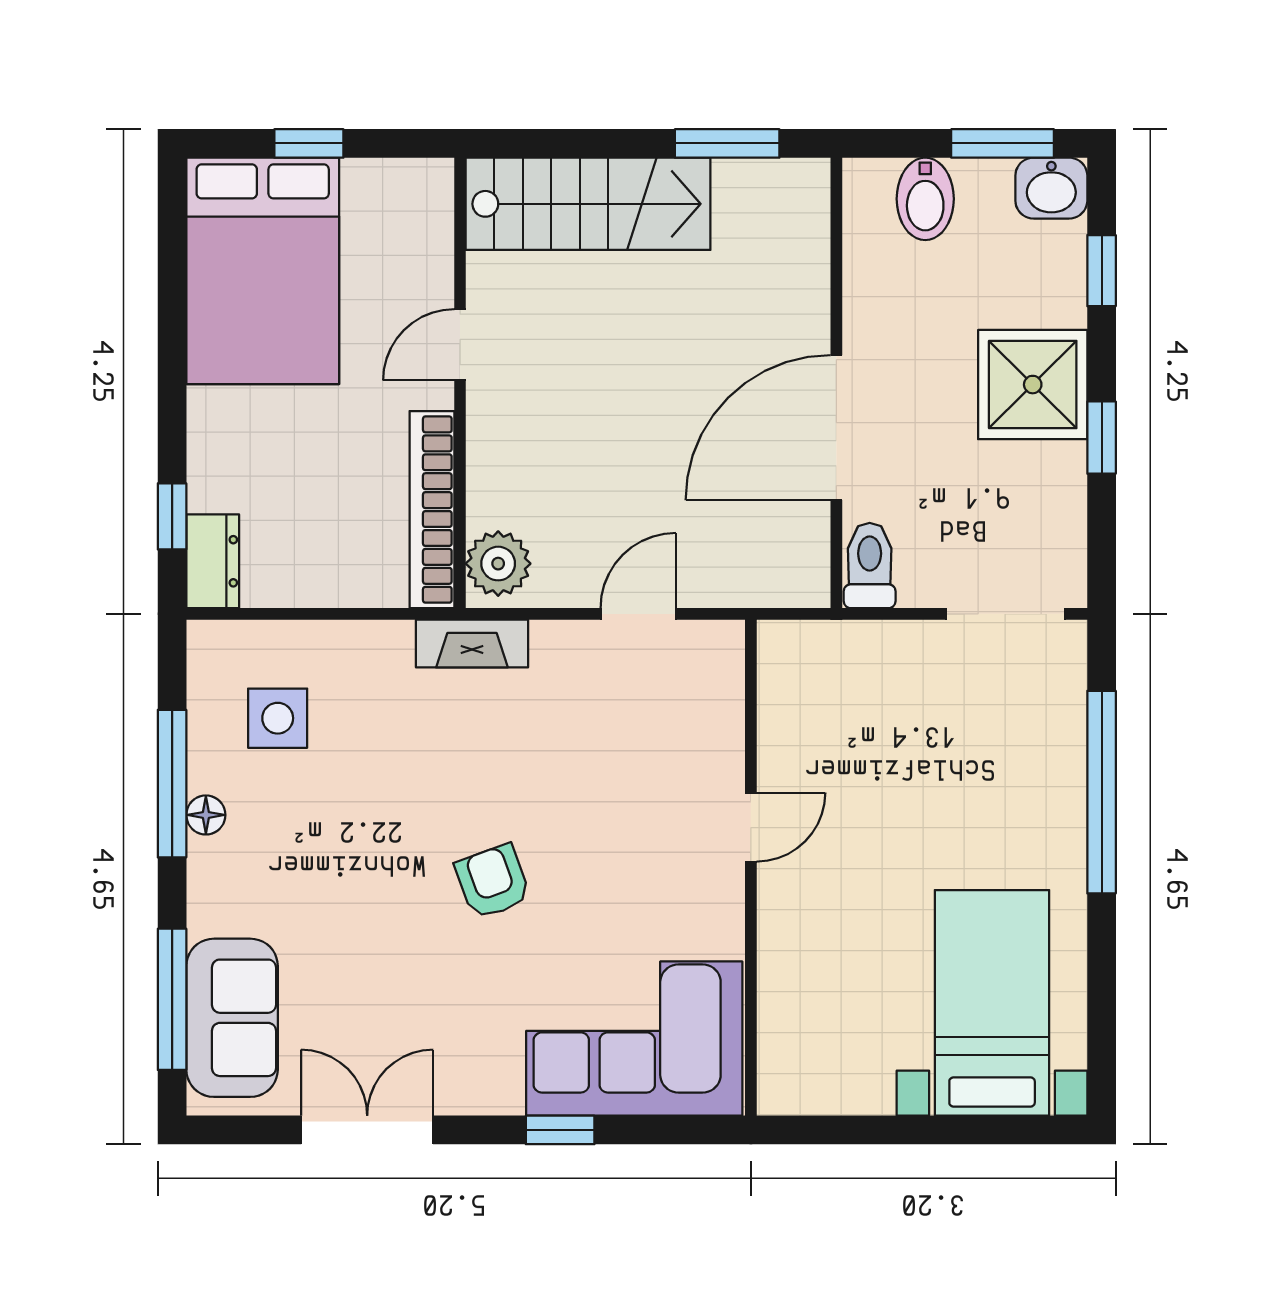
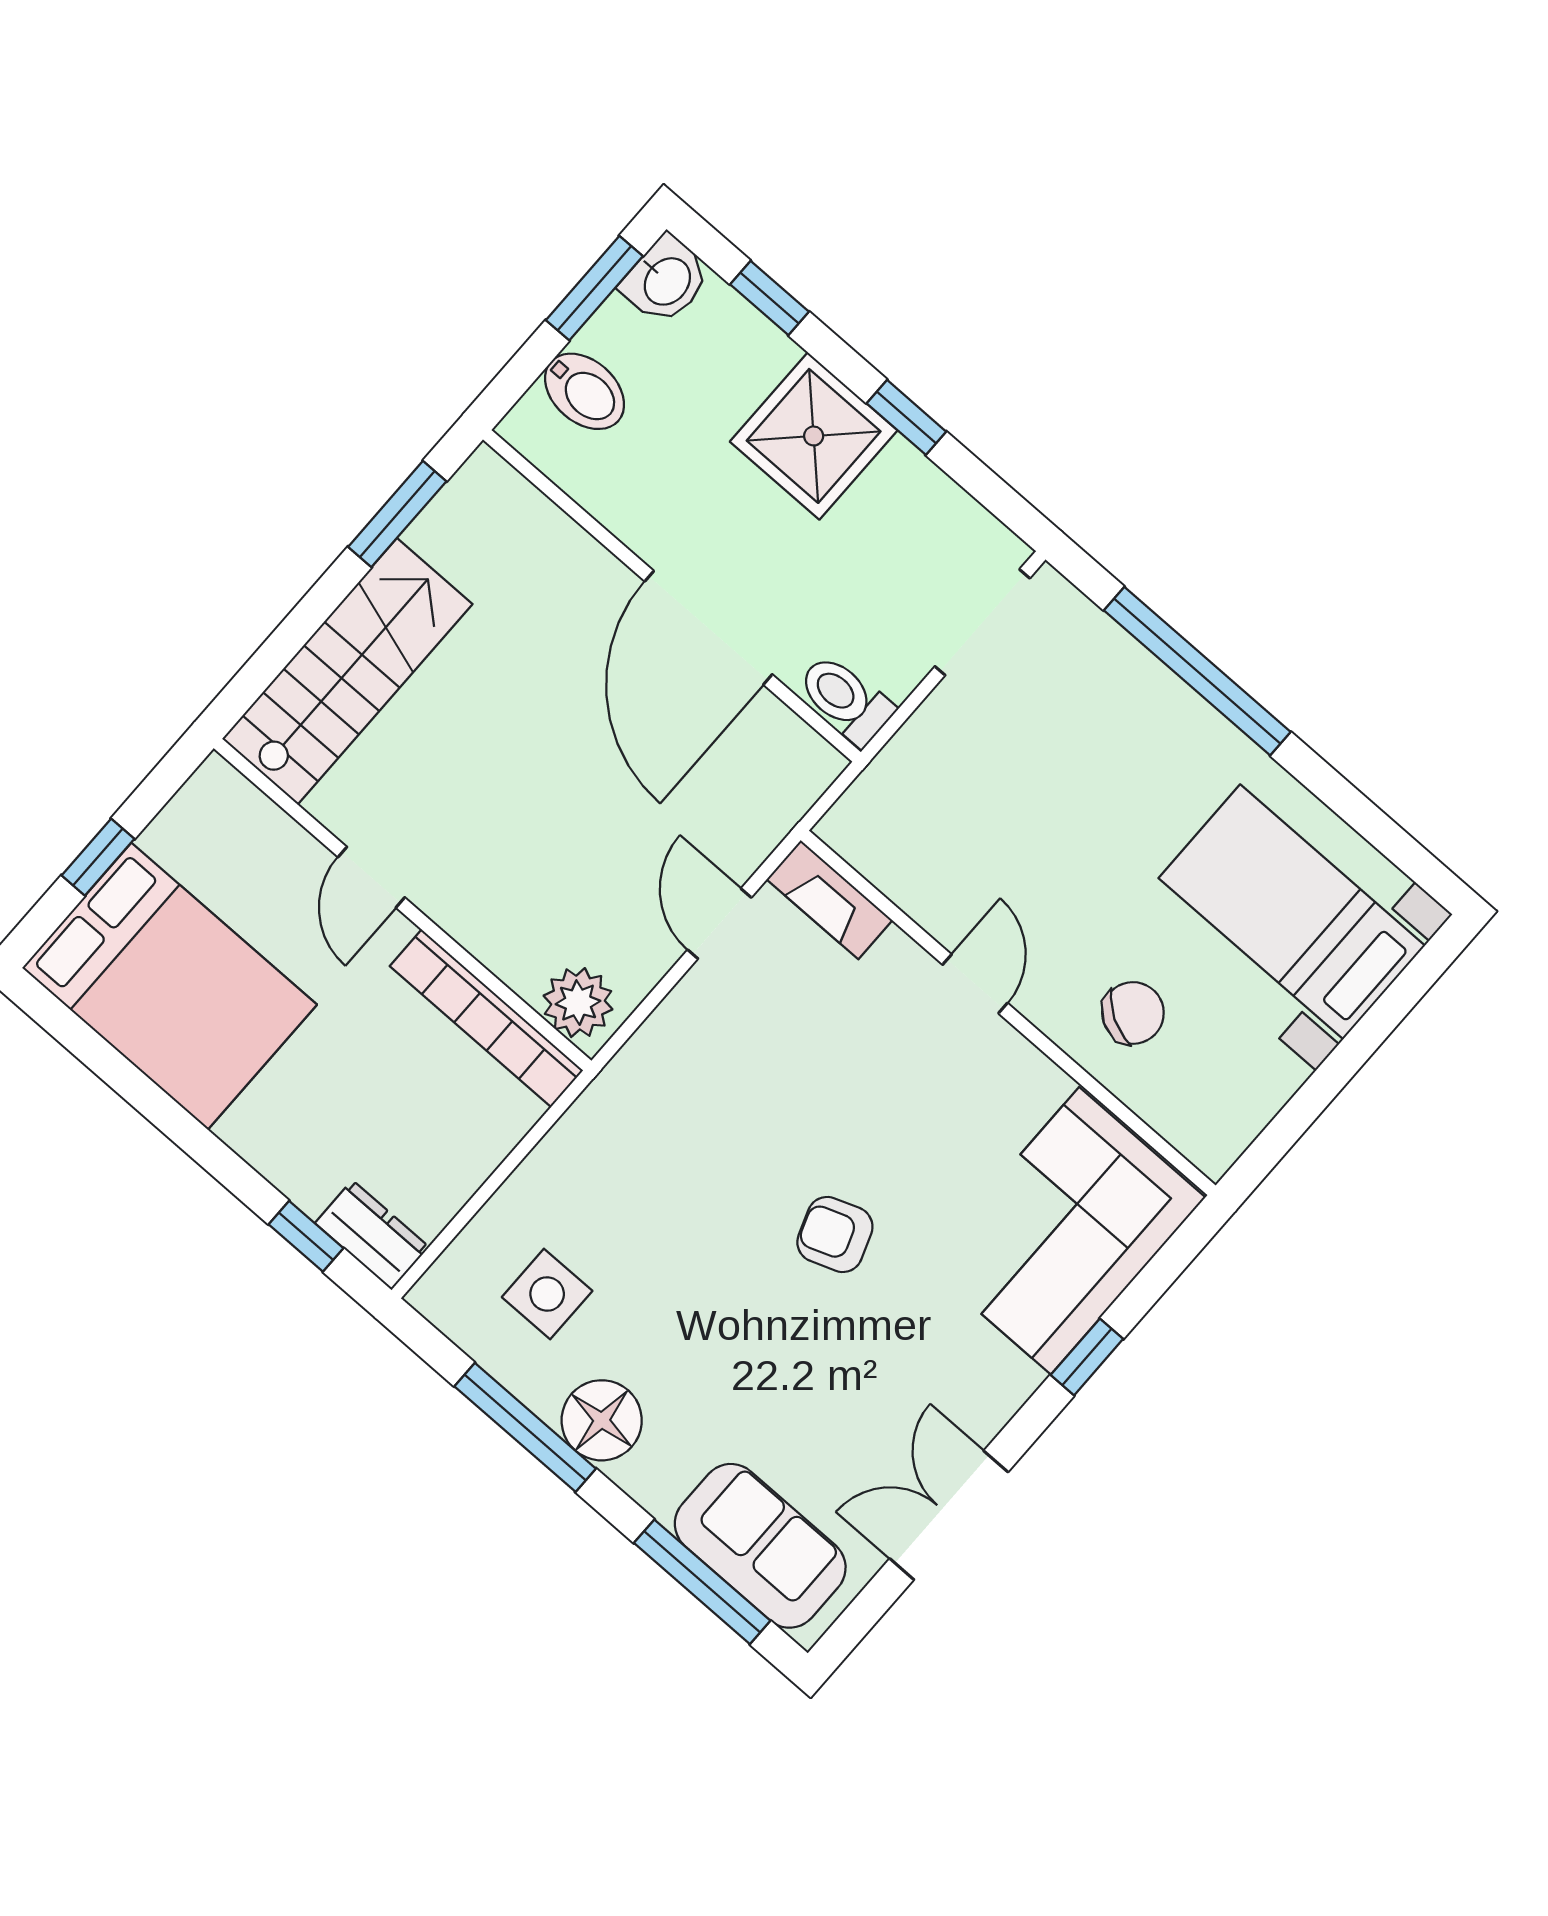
fireplace: (472, 644) -> (830, 900), moved, turned 90
floor lamp: (206, 815) -> (602, 1420), width x1.89, depth x1.89
chair: (826, 954) -> (1133, 1013), added

